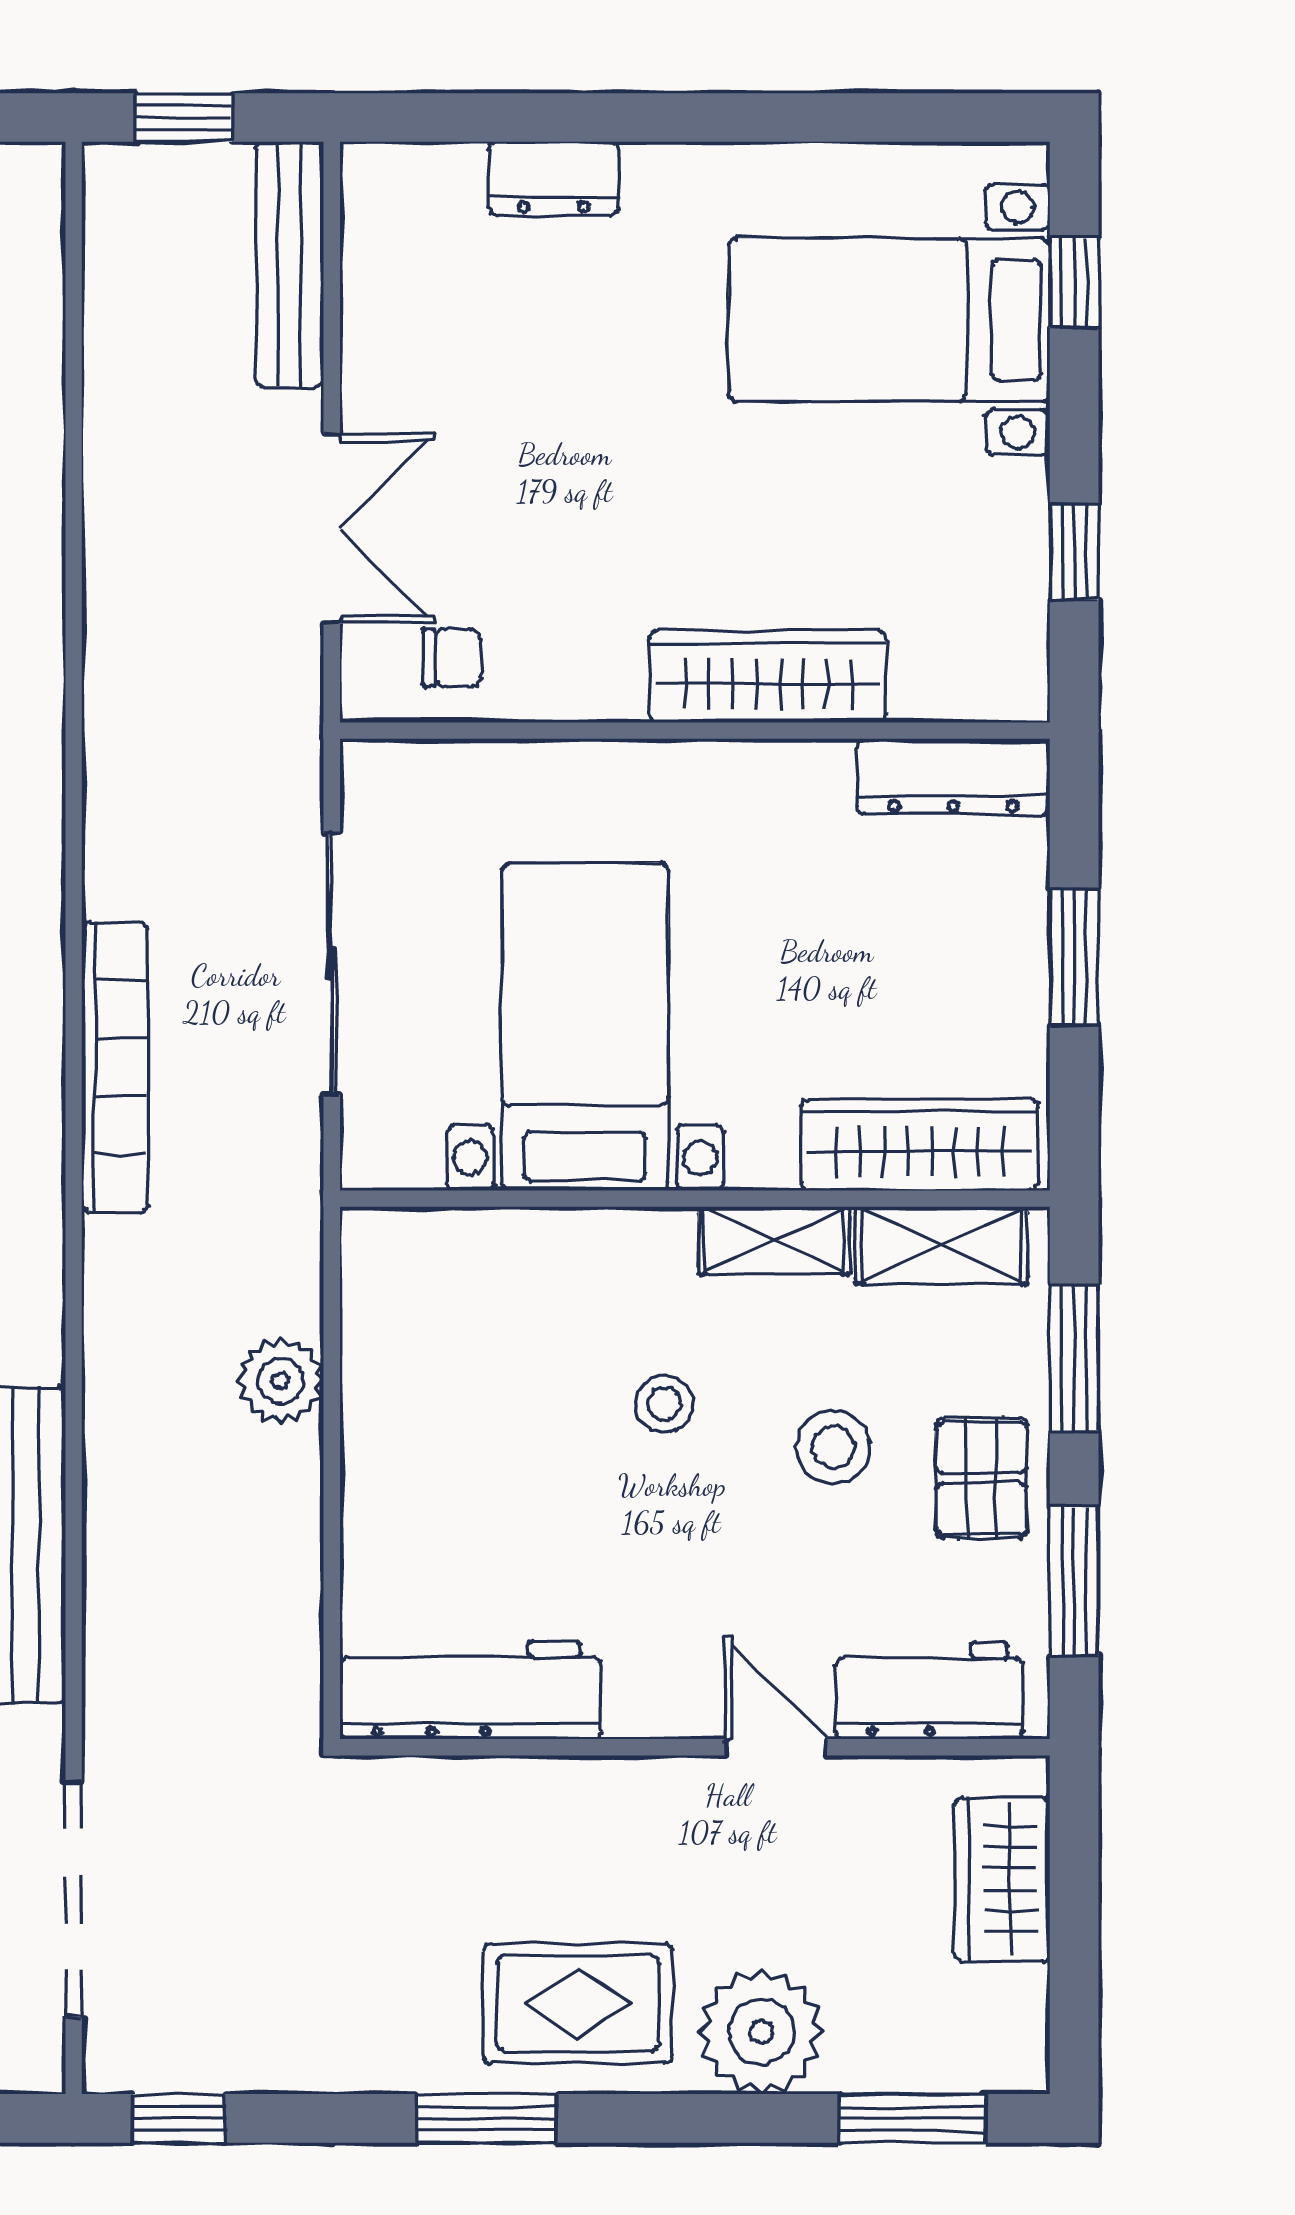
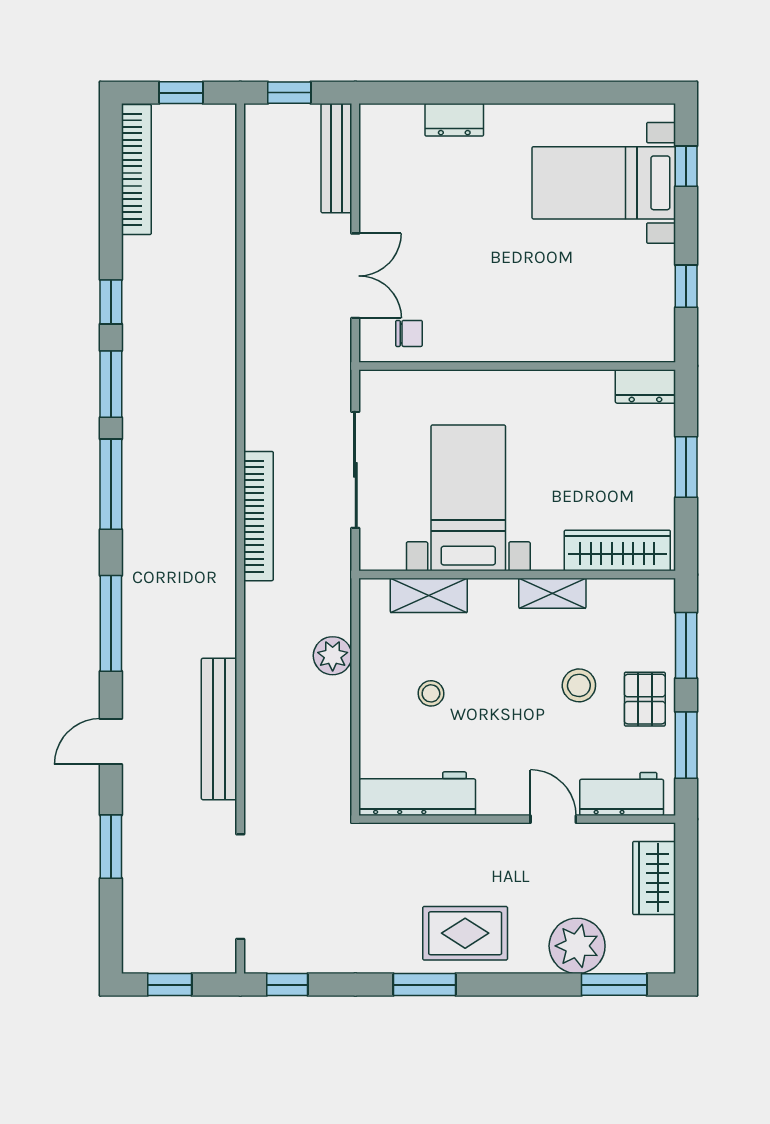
wardrobe: (768, 677) -> (550, 342), removed
dresser: (953, 777) -> (645, 386), width x0.70
shelving: (942, 1245) -> (429, 595), moved
stool: (664, 1404) -> (431, 693), moved
plant: (761, 2032) -> (577, 946), moved

